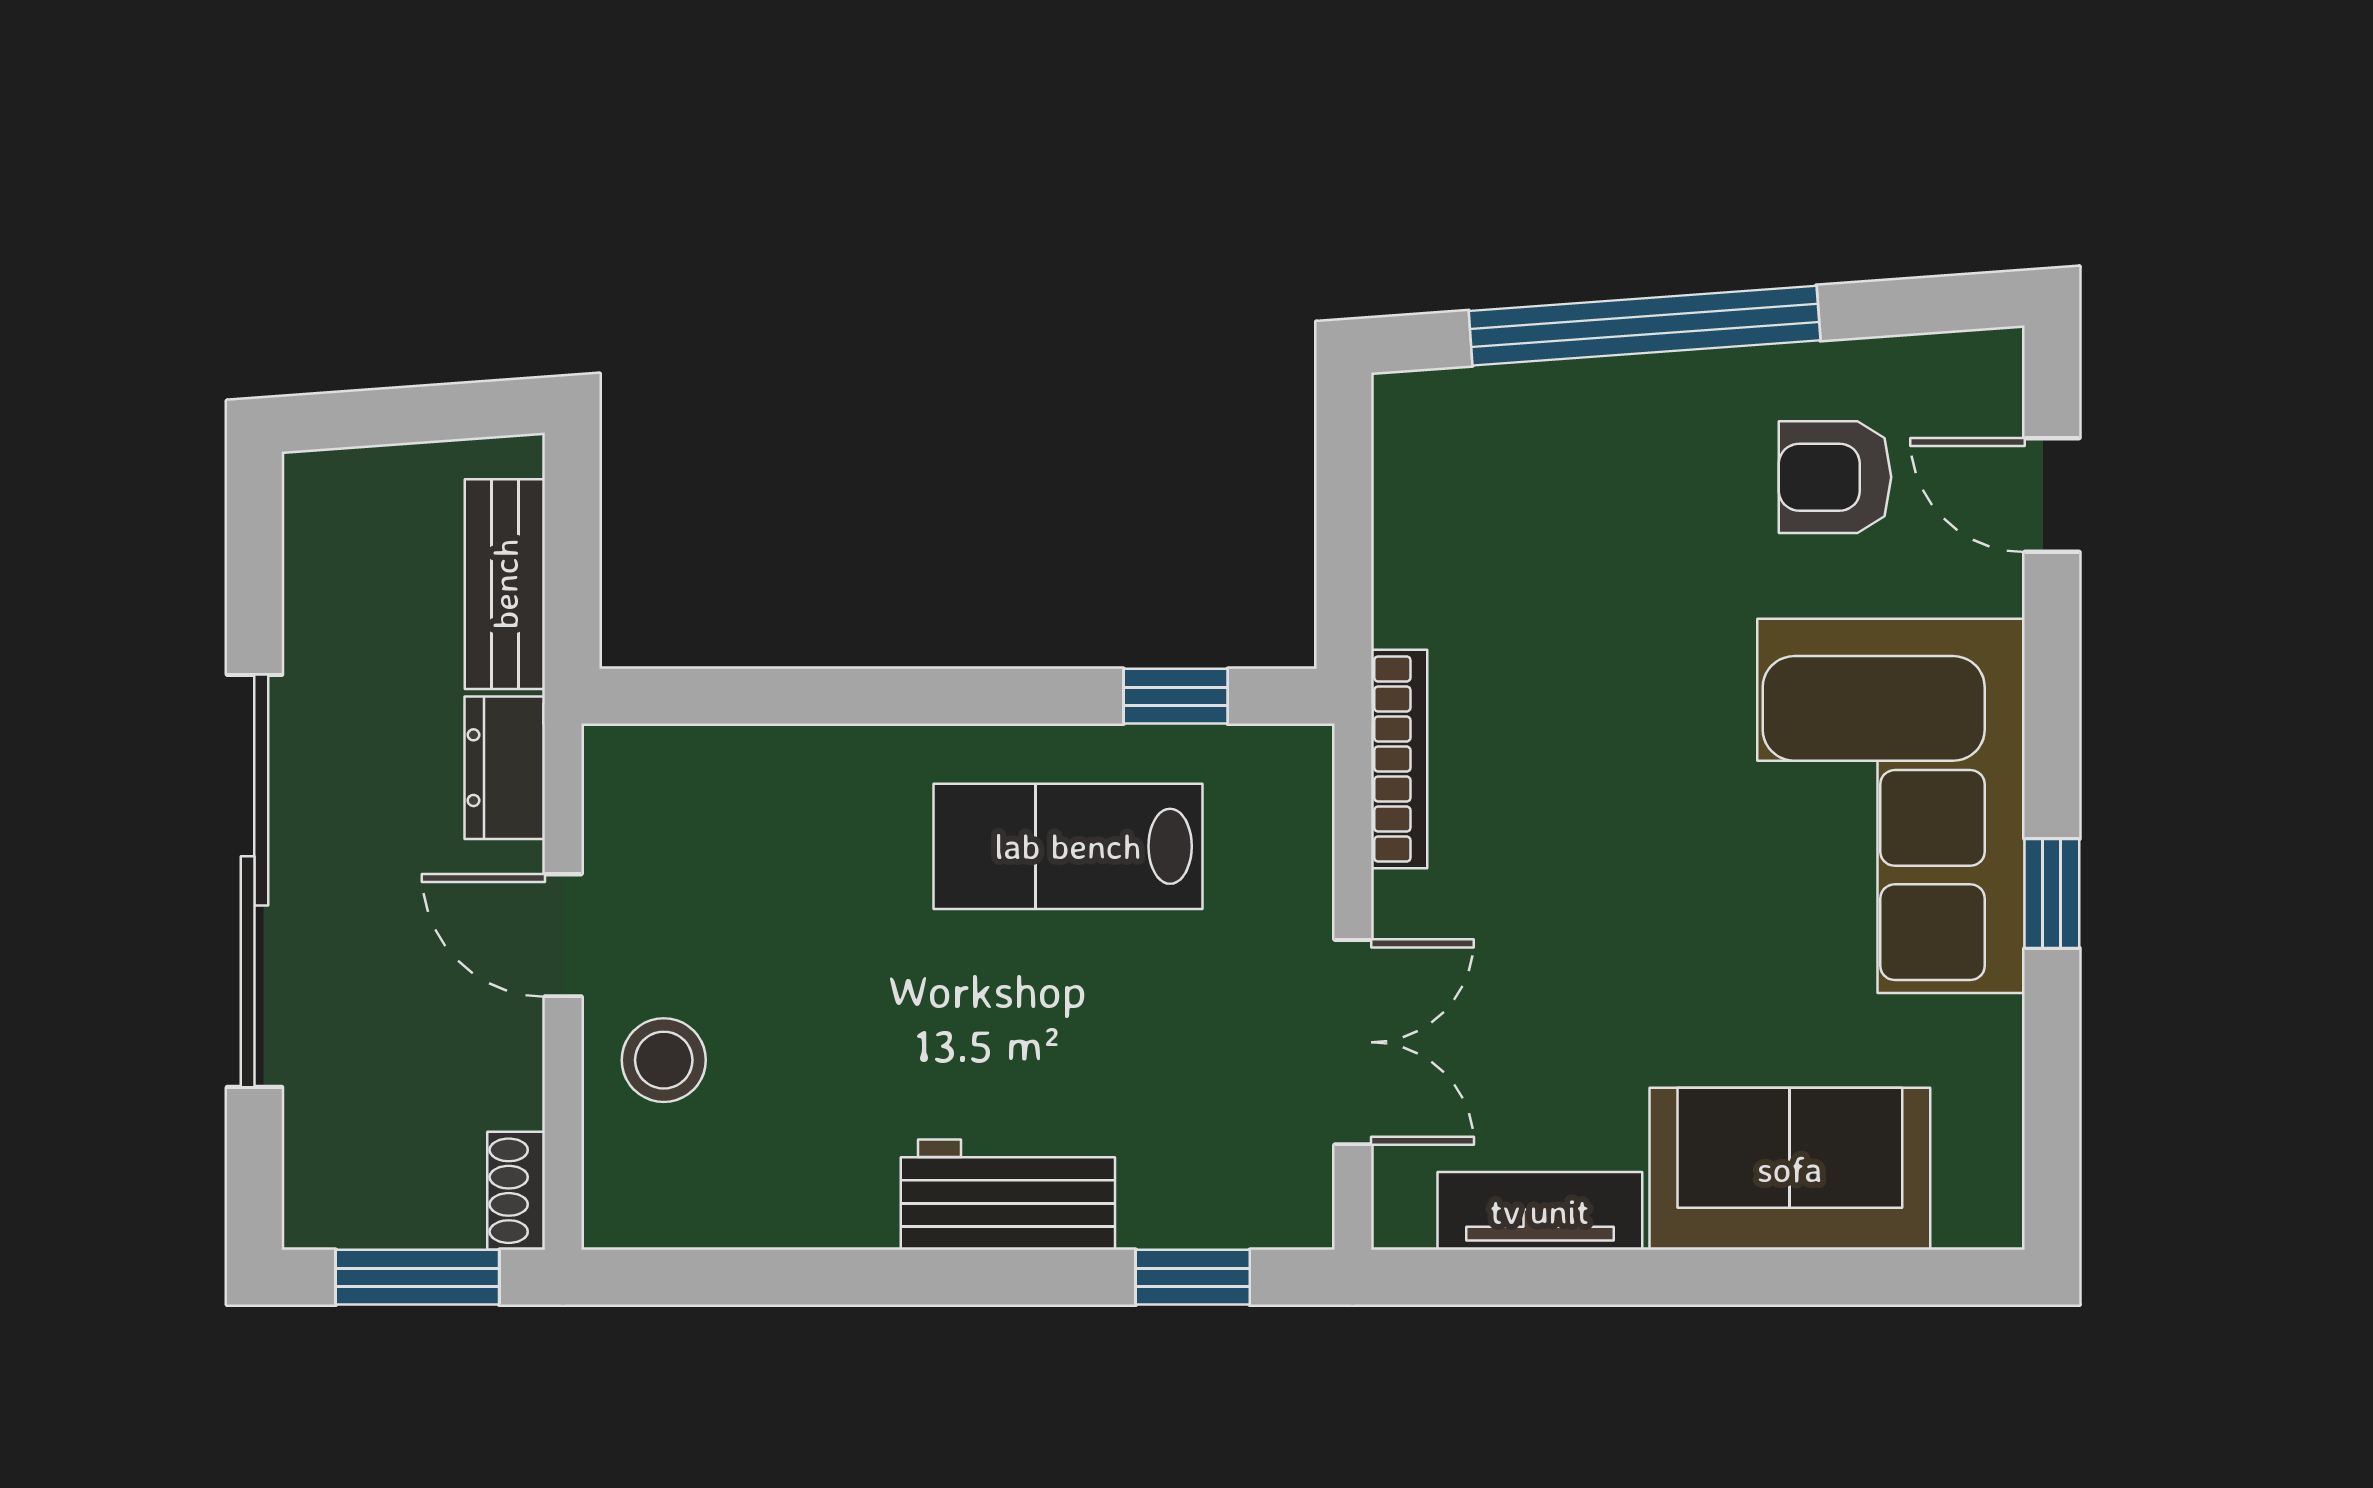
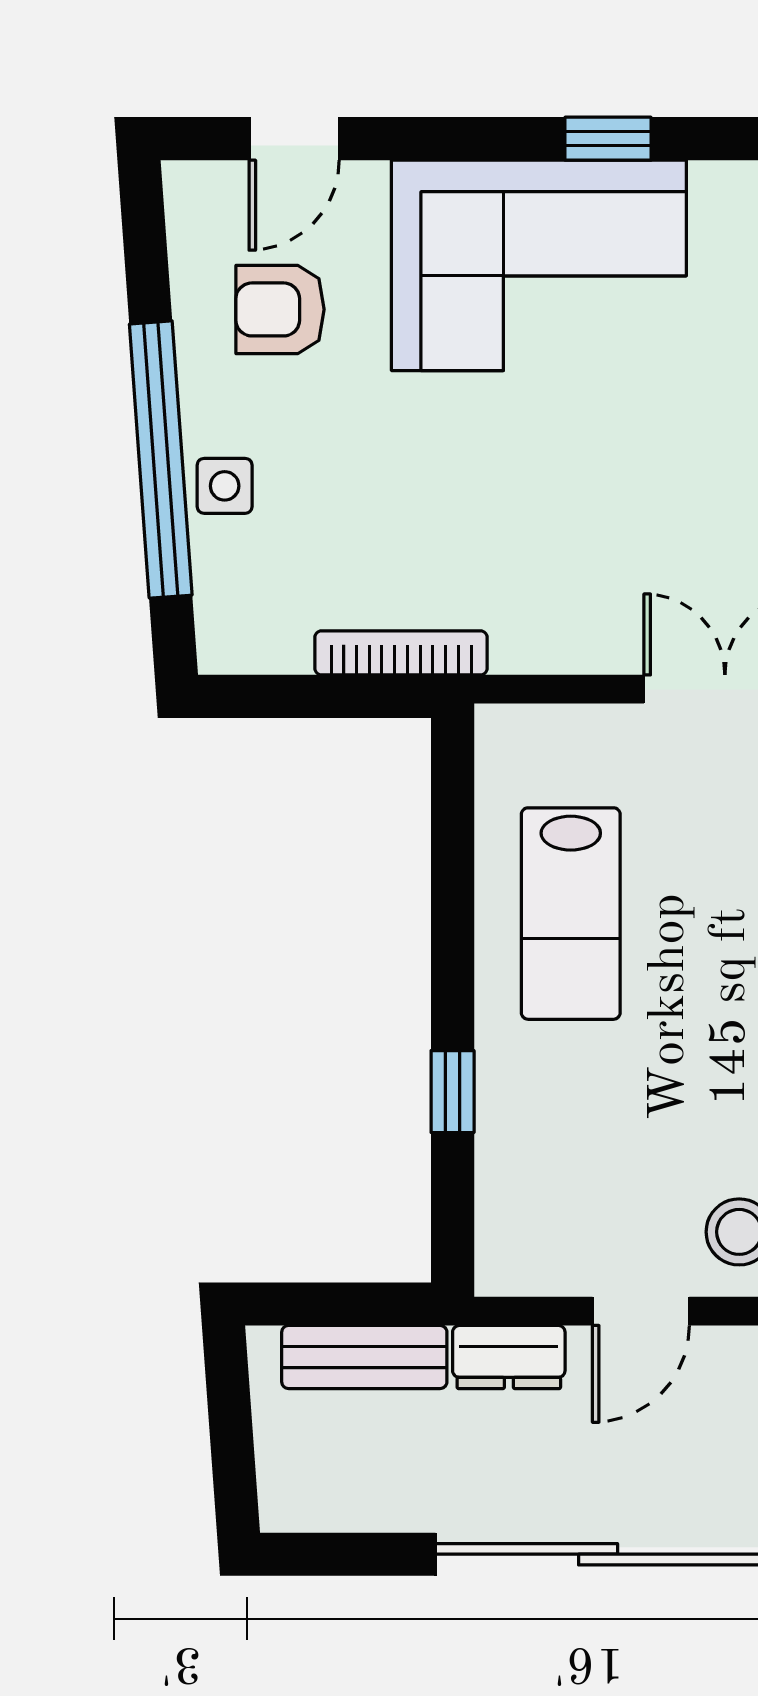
side table: (1611, 407) -> (225, 486), added
armchair: (1835, 477) -> (280, 309), turned 90
window: (1176, 696) -> (453, 1092), moved
bookcase: (1399, 759) -> (401, 653), moved

